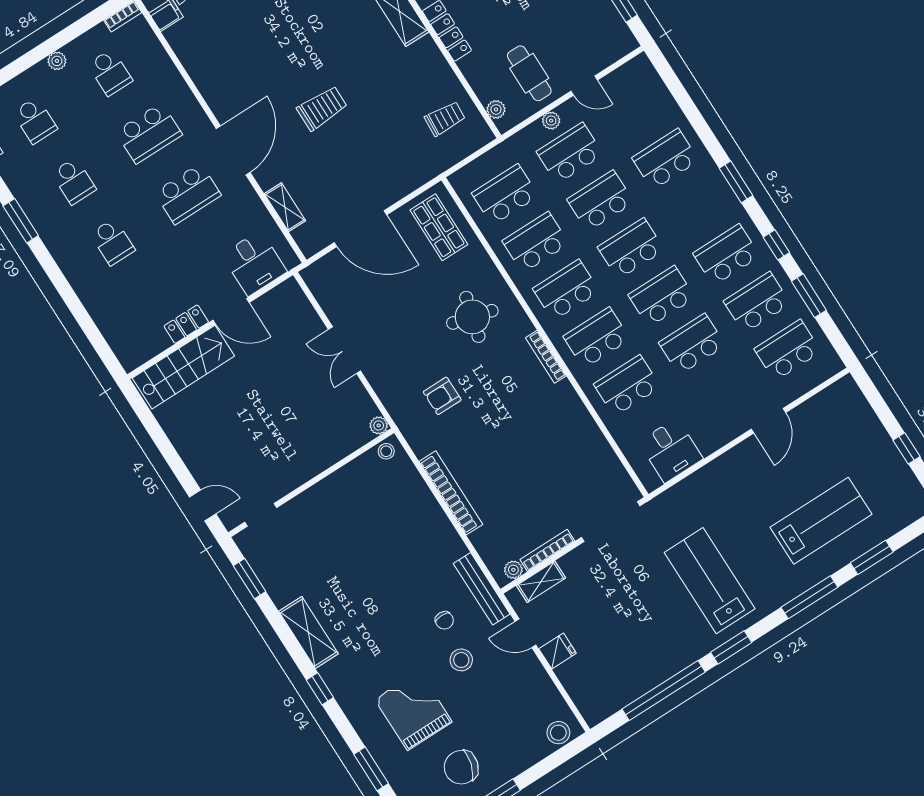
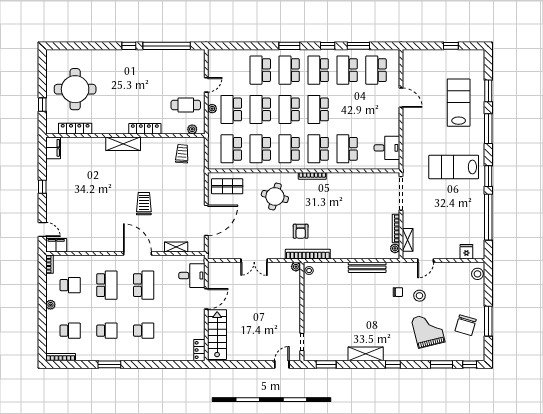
locker: (186, 324) -> (199, 350), moved
school desk: (692, 344) -> (289, 70), moved
bookcase: (451, 493) -> (308, 254), moved
bench: (482, 589) -> (367, 267), moved
fridge: (558, 651) -> (466, 252), moved
grand piano: (413, 711) -> (428, 330), turned 76

